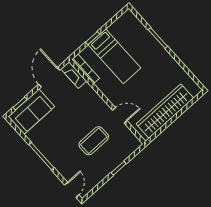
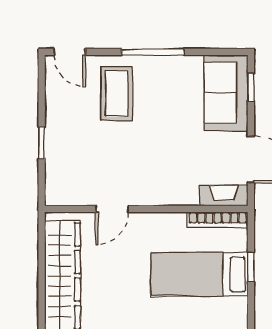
coffee table: (94, 141) -> (117, 94), moved

